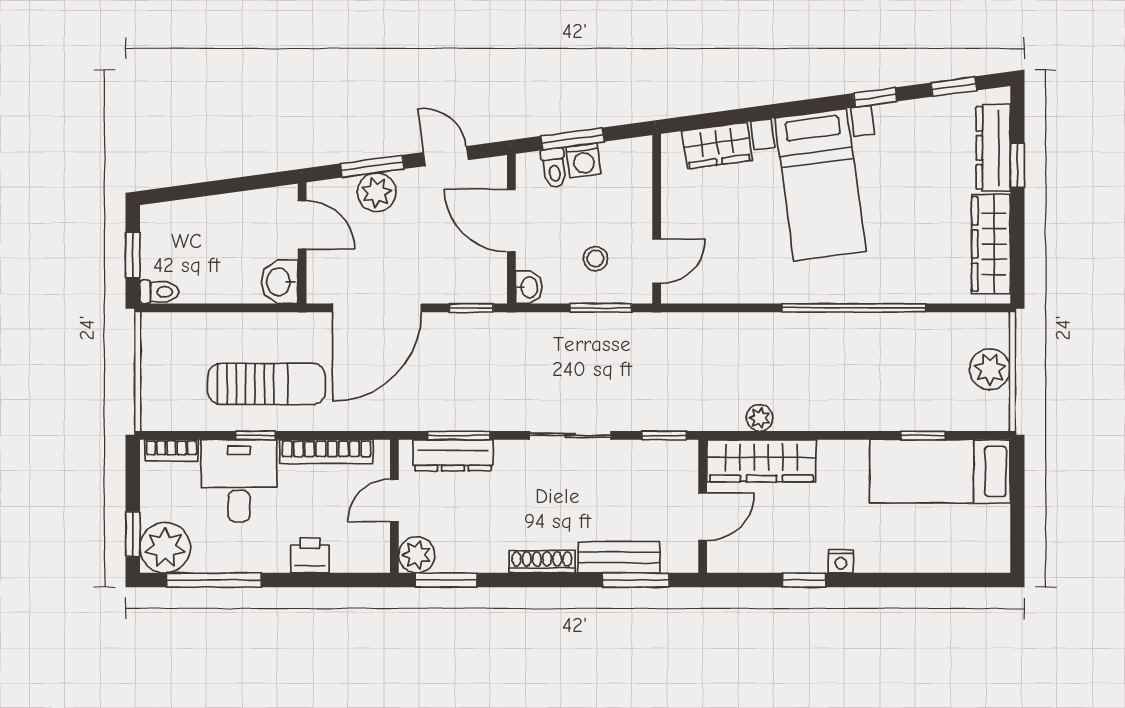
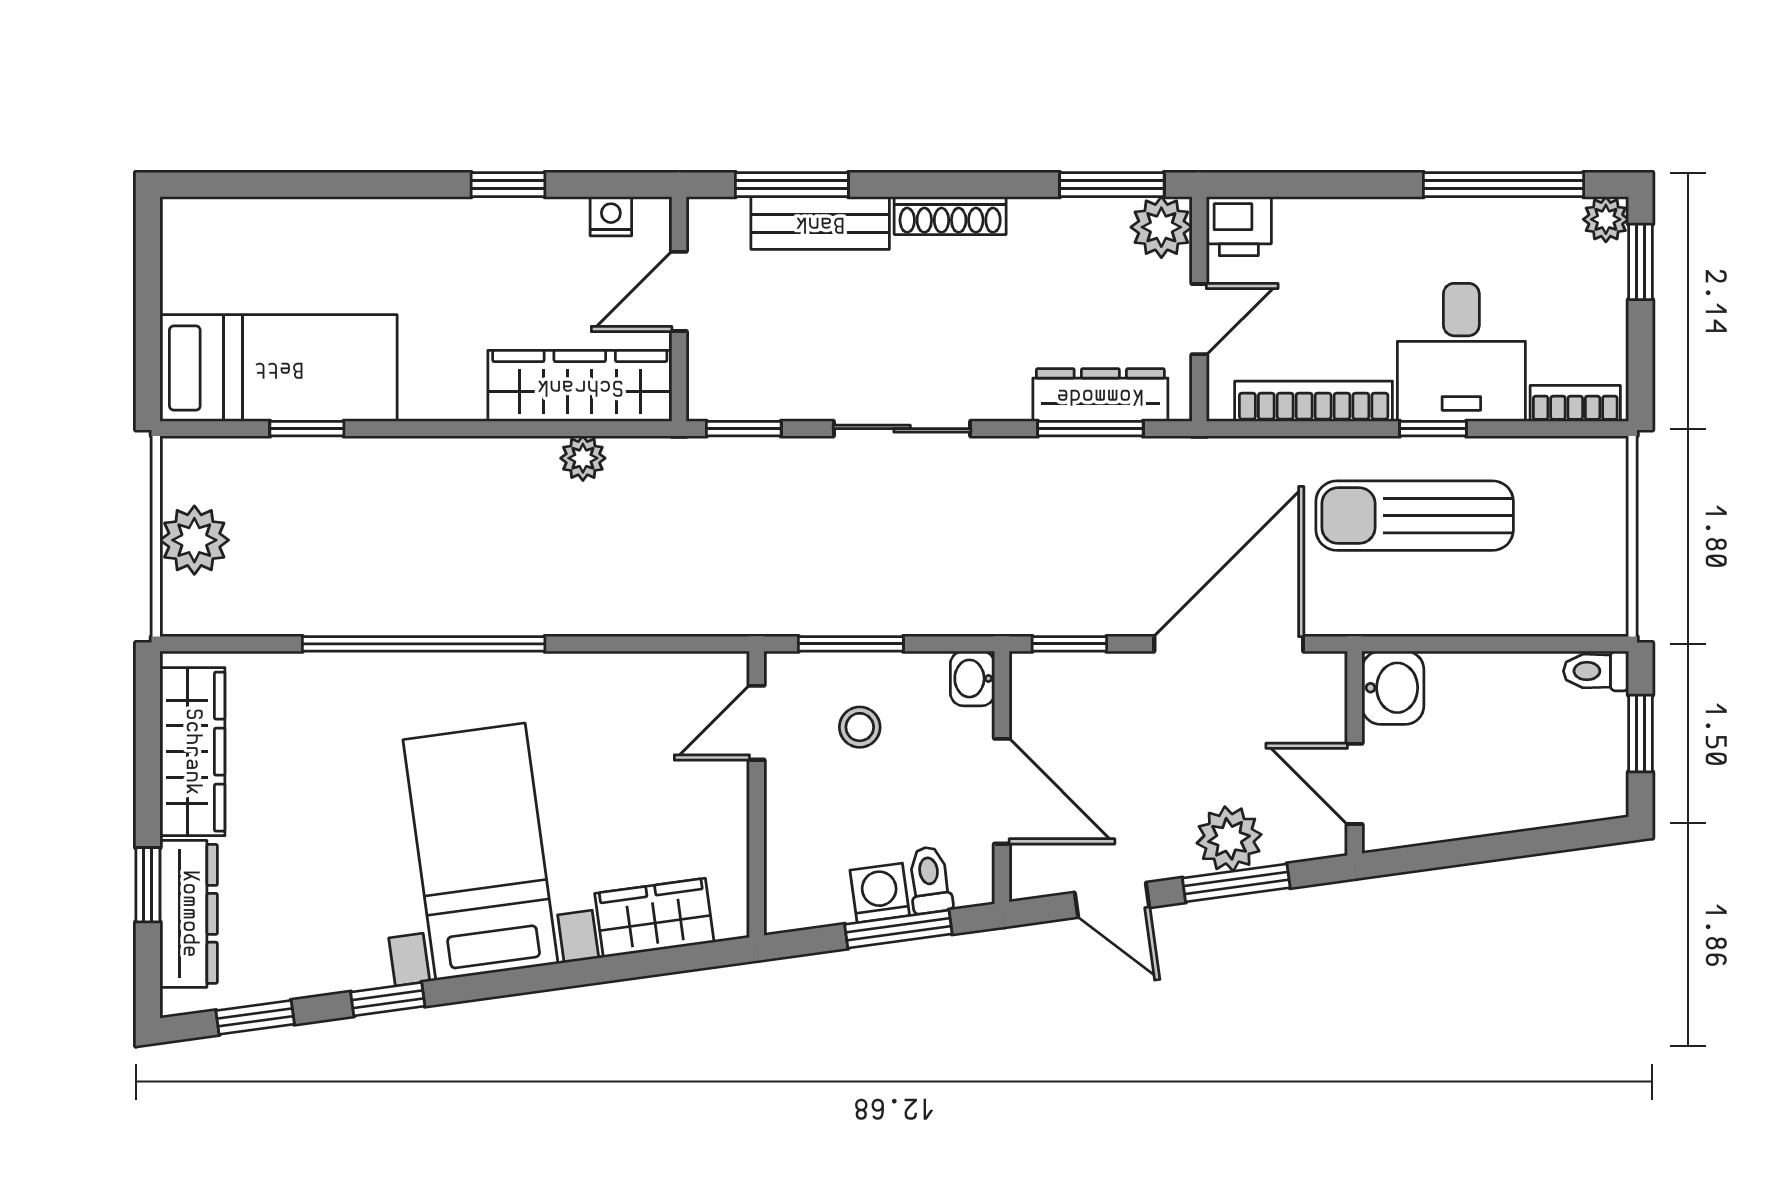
plant: (165, 548) -> (1606, 219), width x0.53, depth x0.53
printer: (310, 555) -> (1239, 226), moved
nightstand: (841, 561) -> (611, 216), moved

